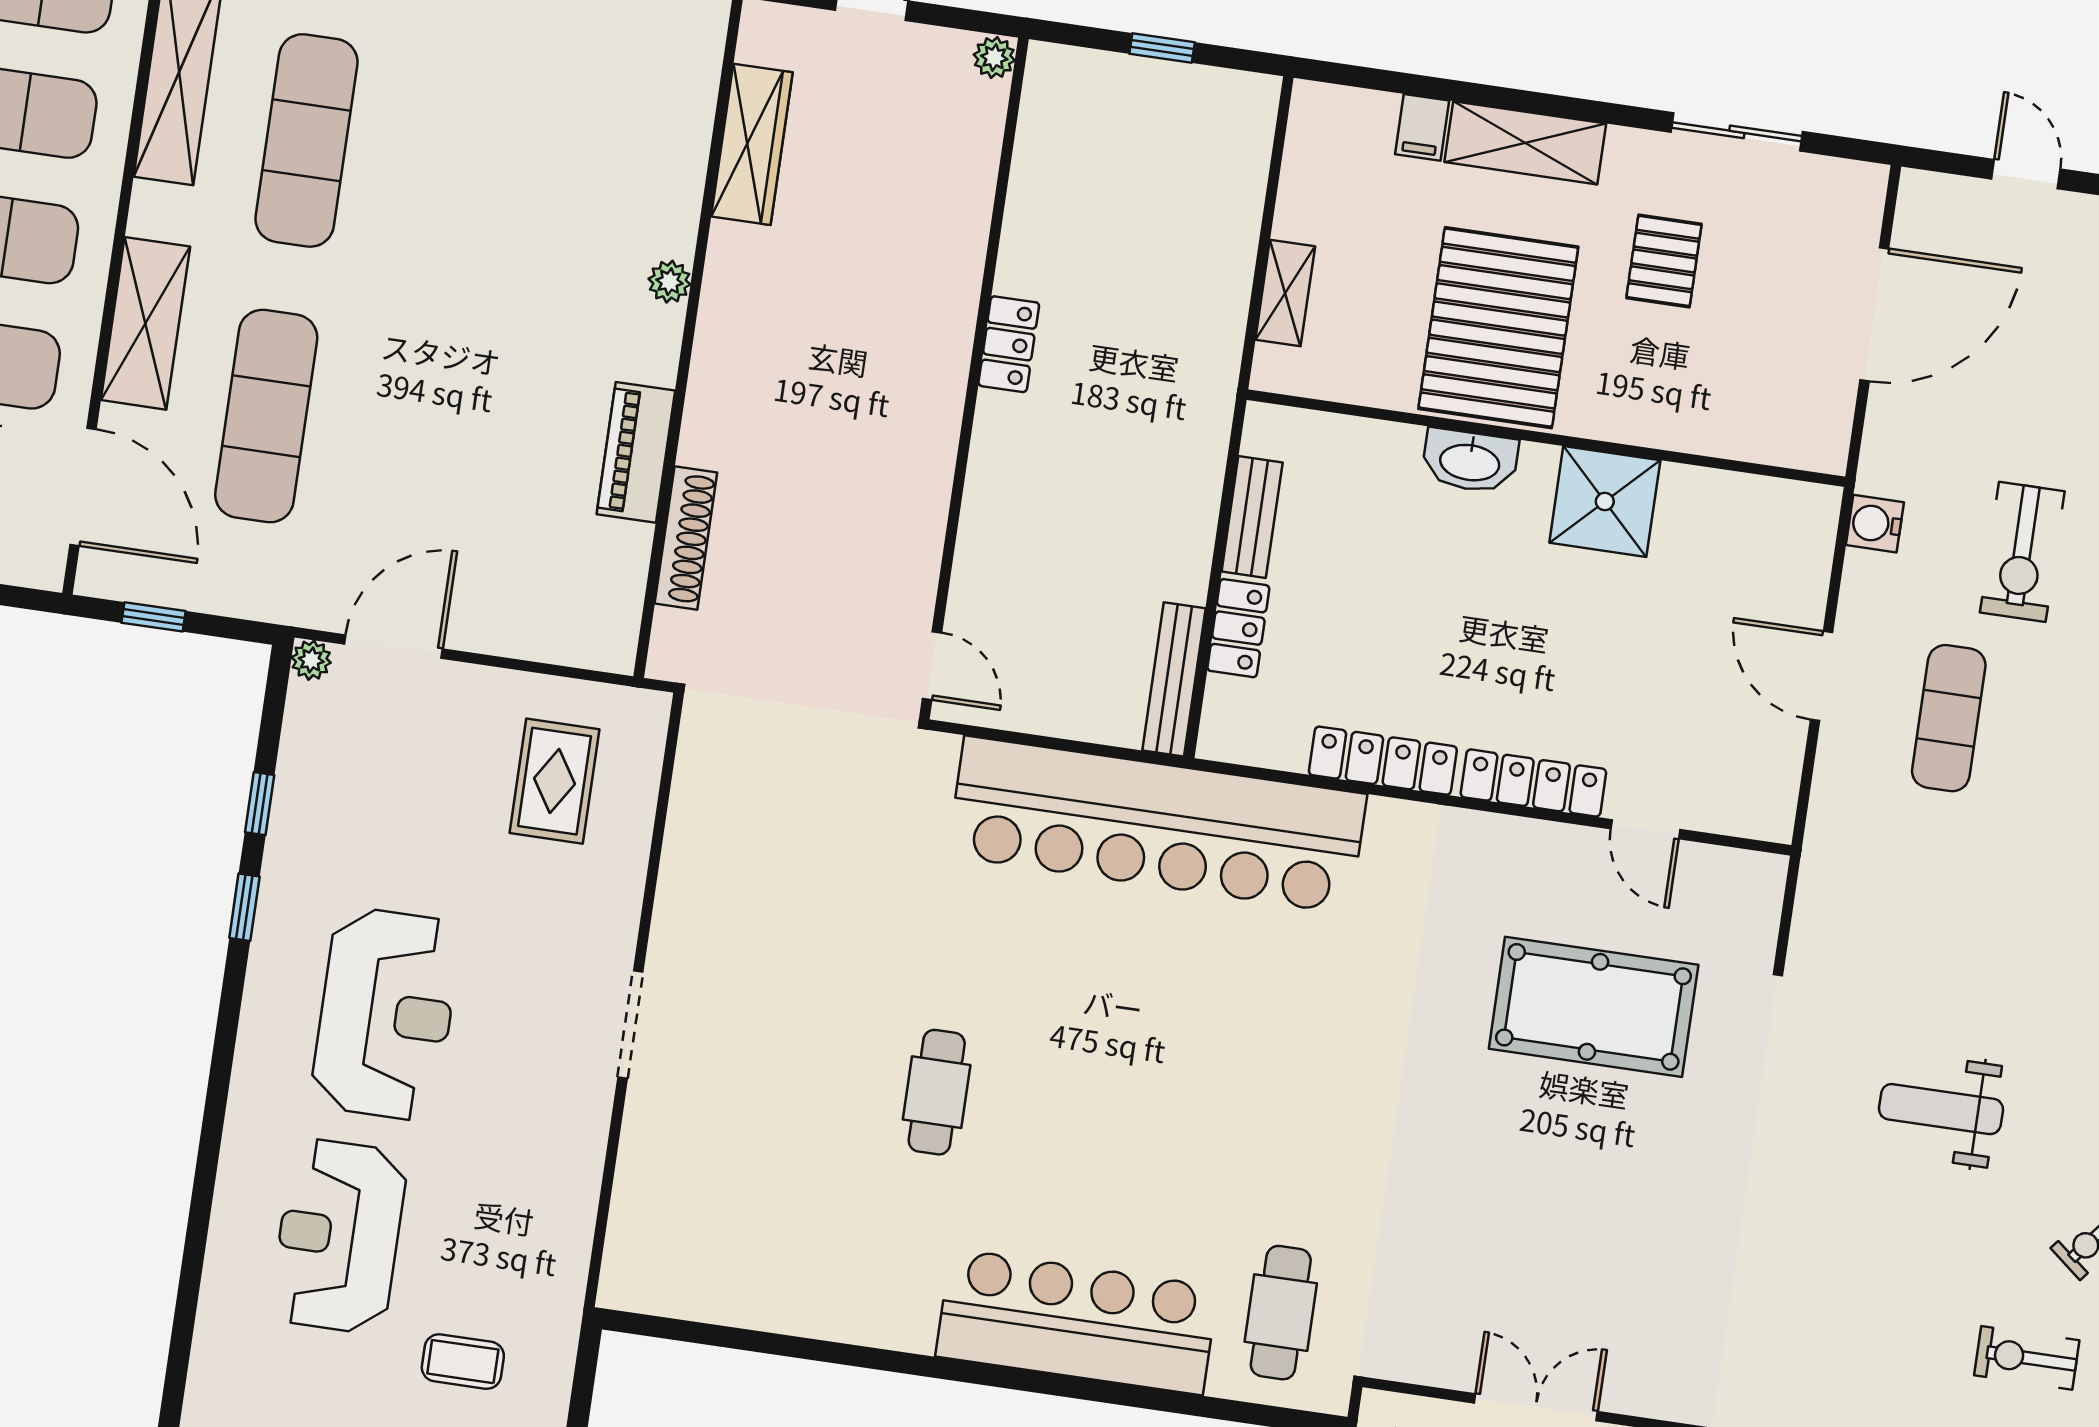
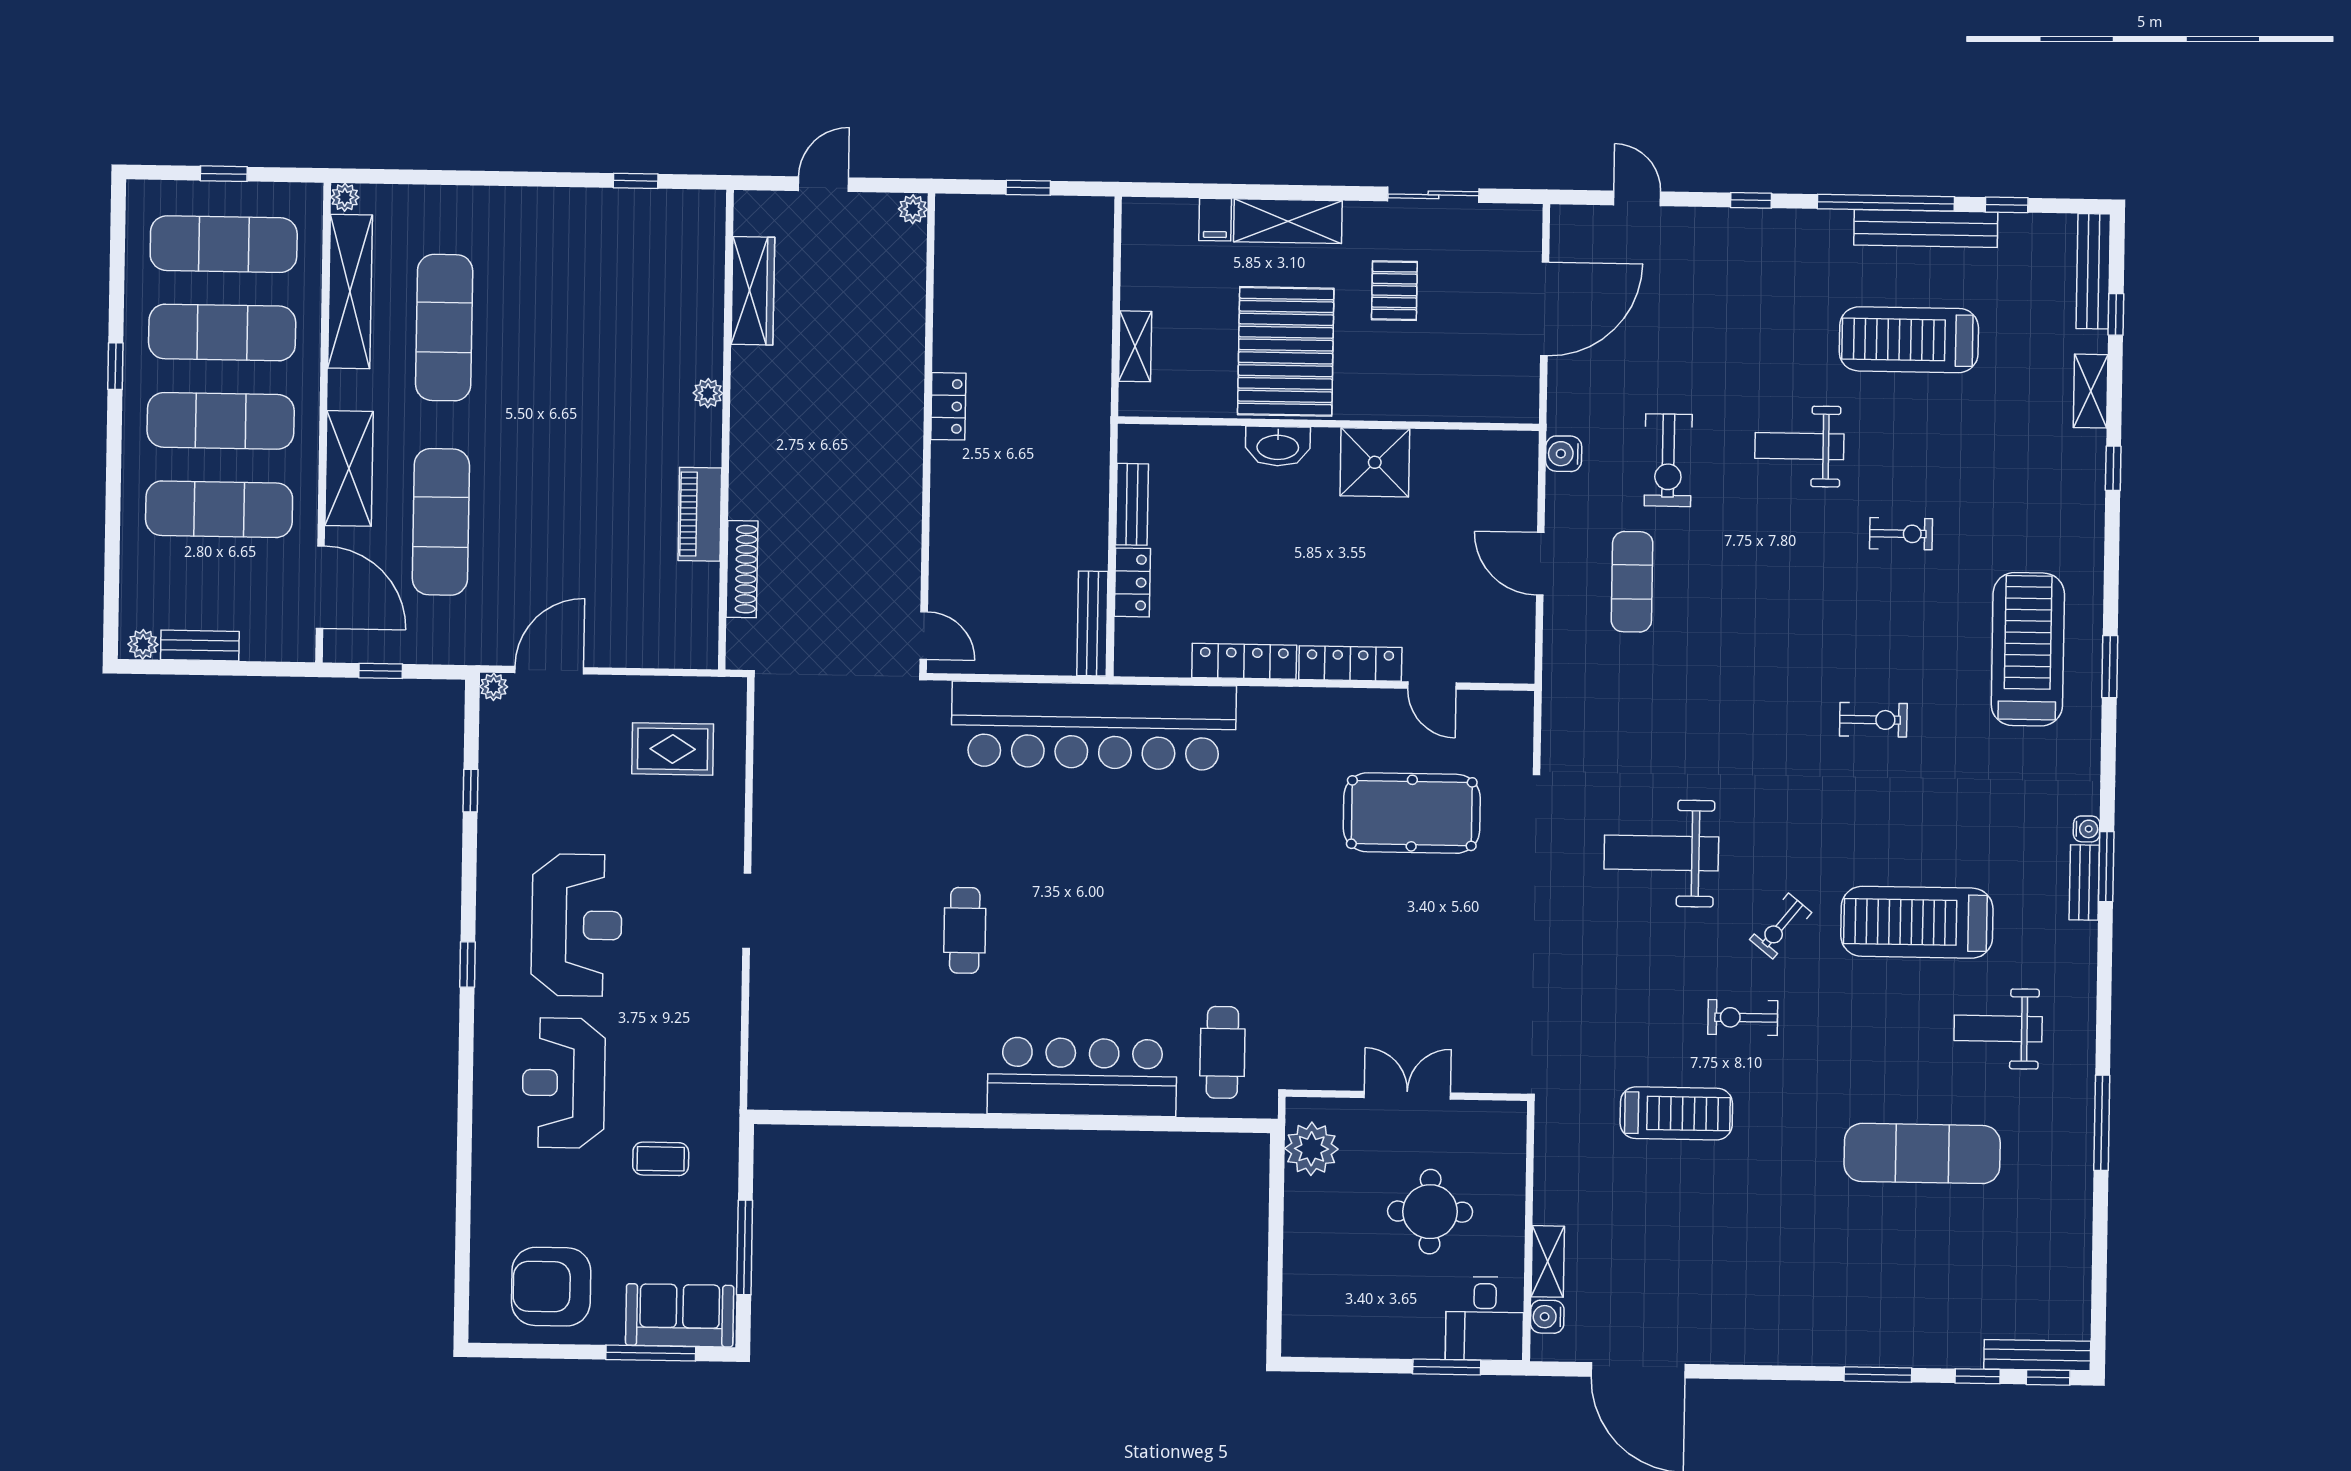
rug: (554, 781) -> (673, 749), turned 90
window: (244, 907) -> (467, 965), moved
weight bench: (1941, 1109) -> (1661, 853), width x1.36, depth x1.33

